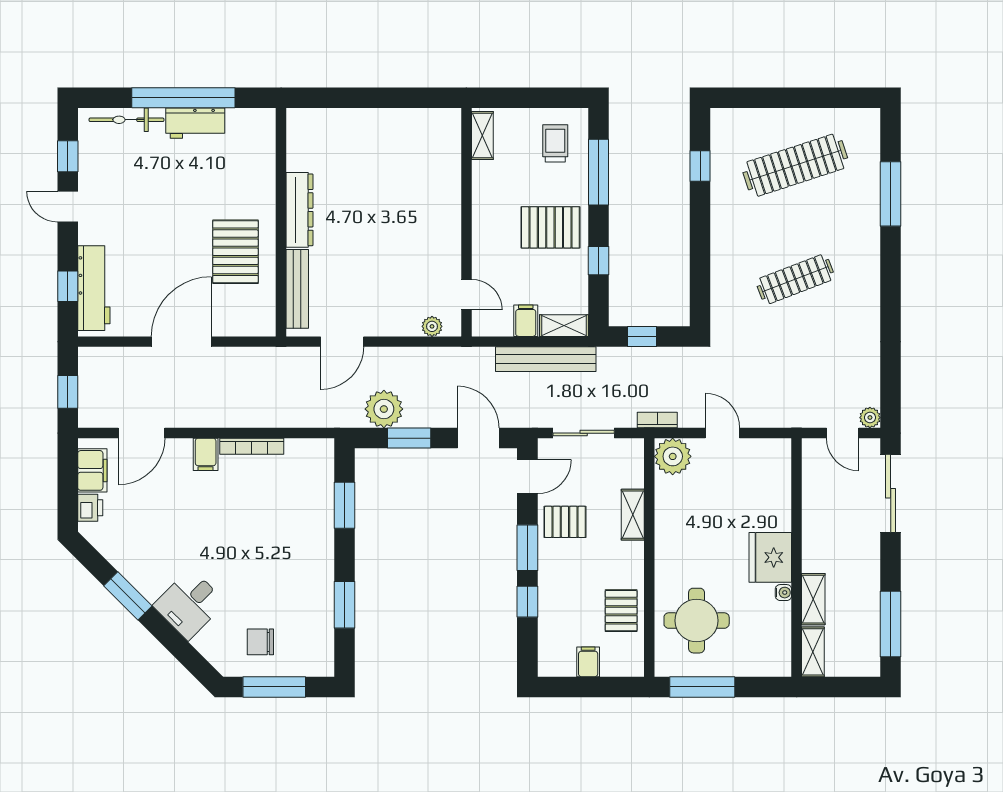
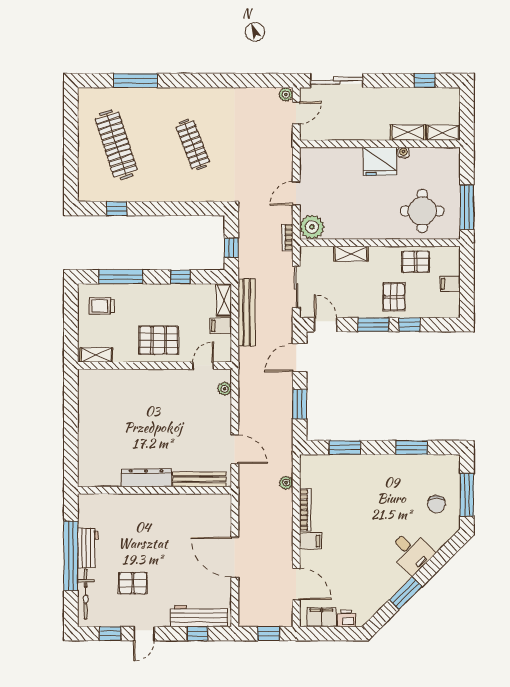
pallet: (550, 227) -> (159, 340), moved, turned 90
pallet: (235, 252) -> (133, 583), moved, width x0.67, depth x0.71
plant: (384, 409) -> (286, 483), moved, width x0.53, depth x0.53
pallet: (565, 522) -> (394, 297), moved
window: (891, 624) -> (425, 81), width x0.46

